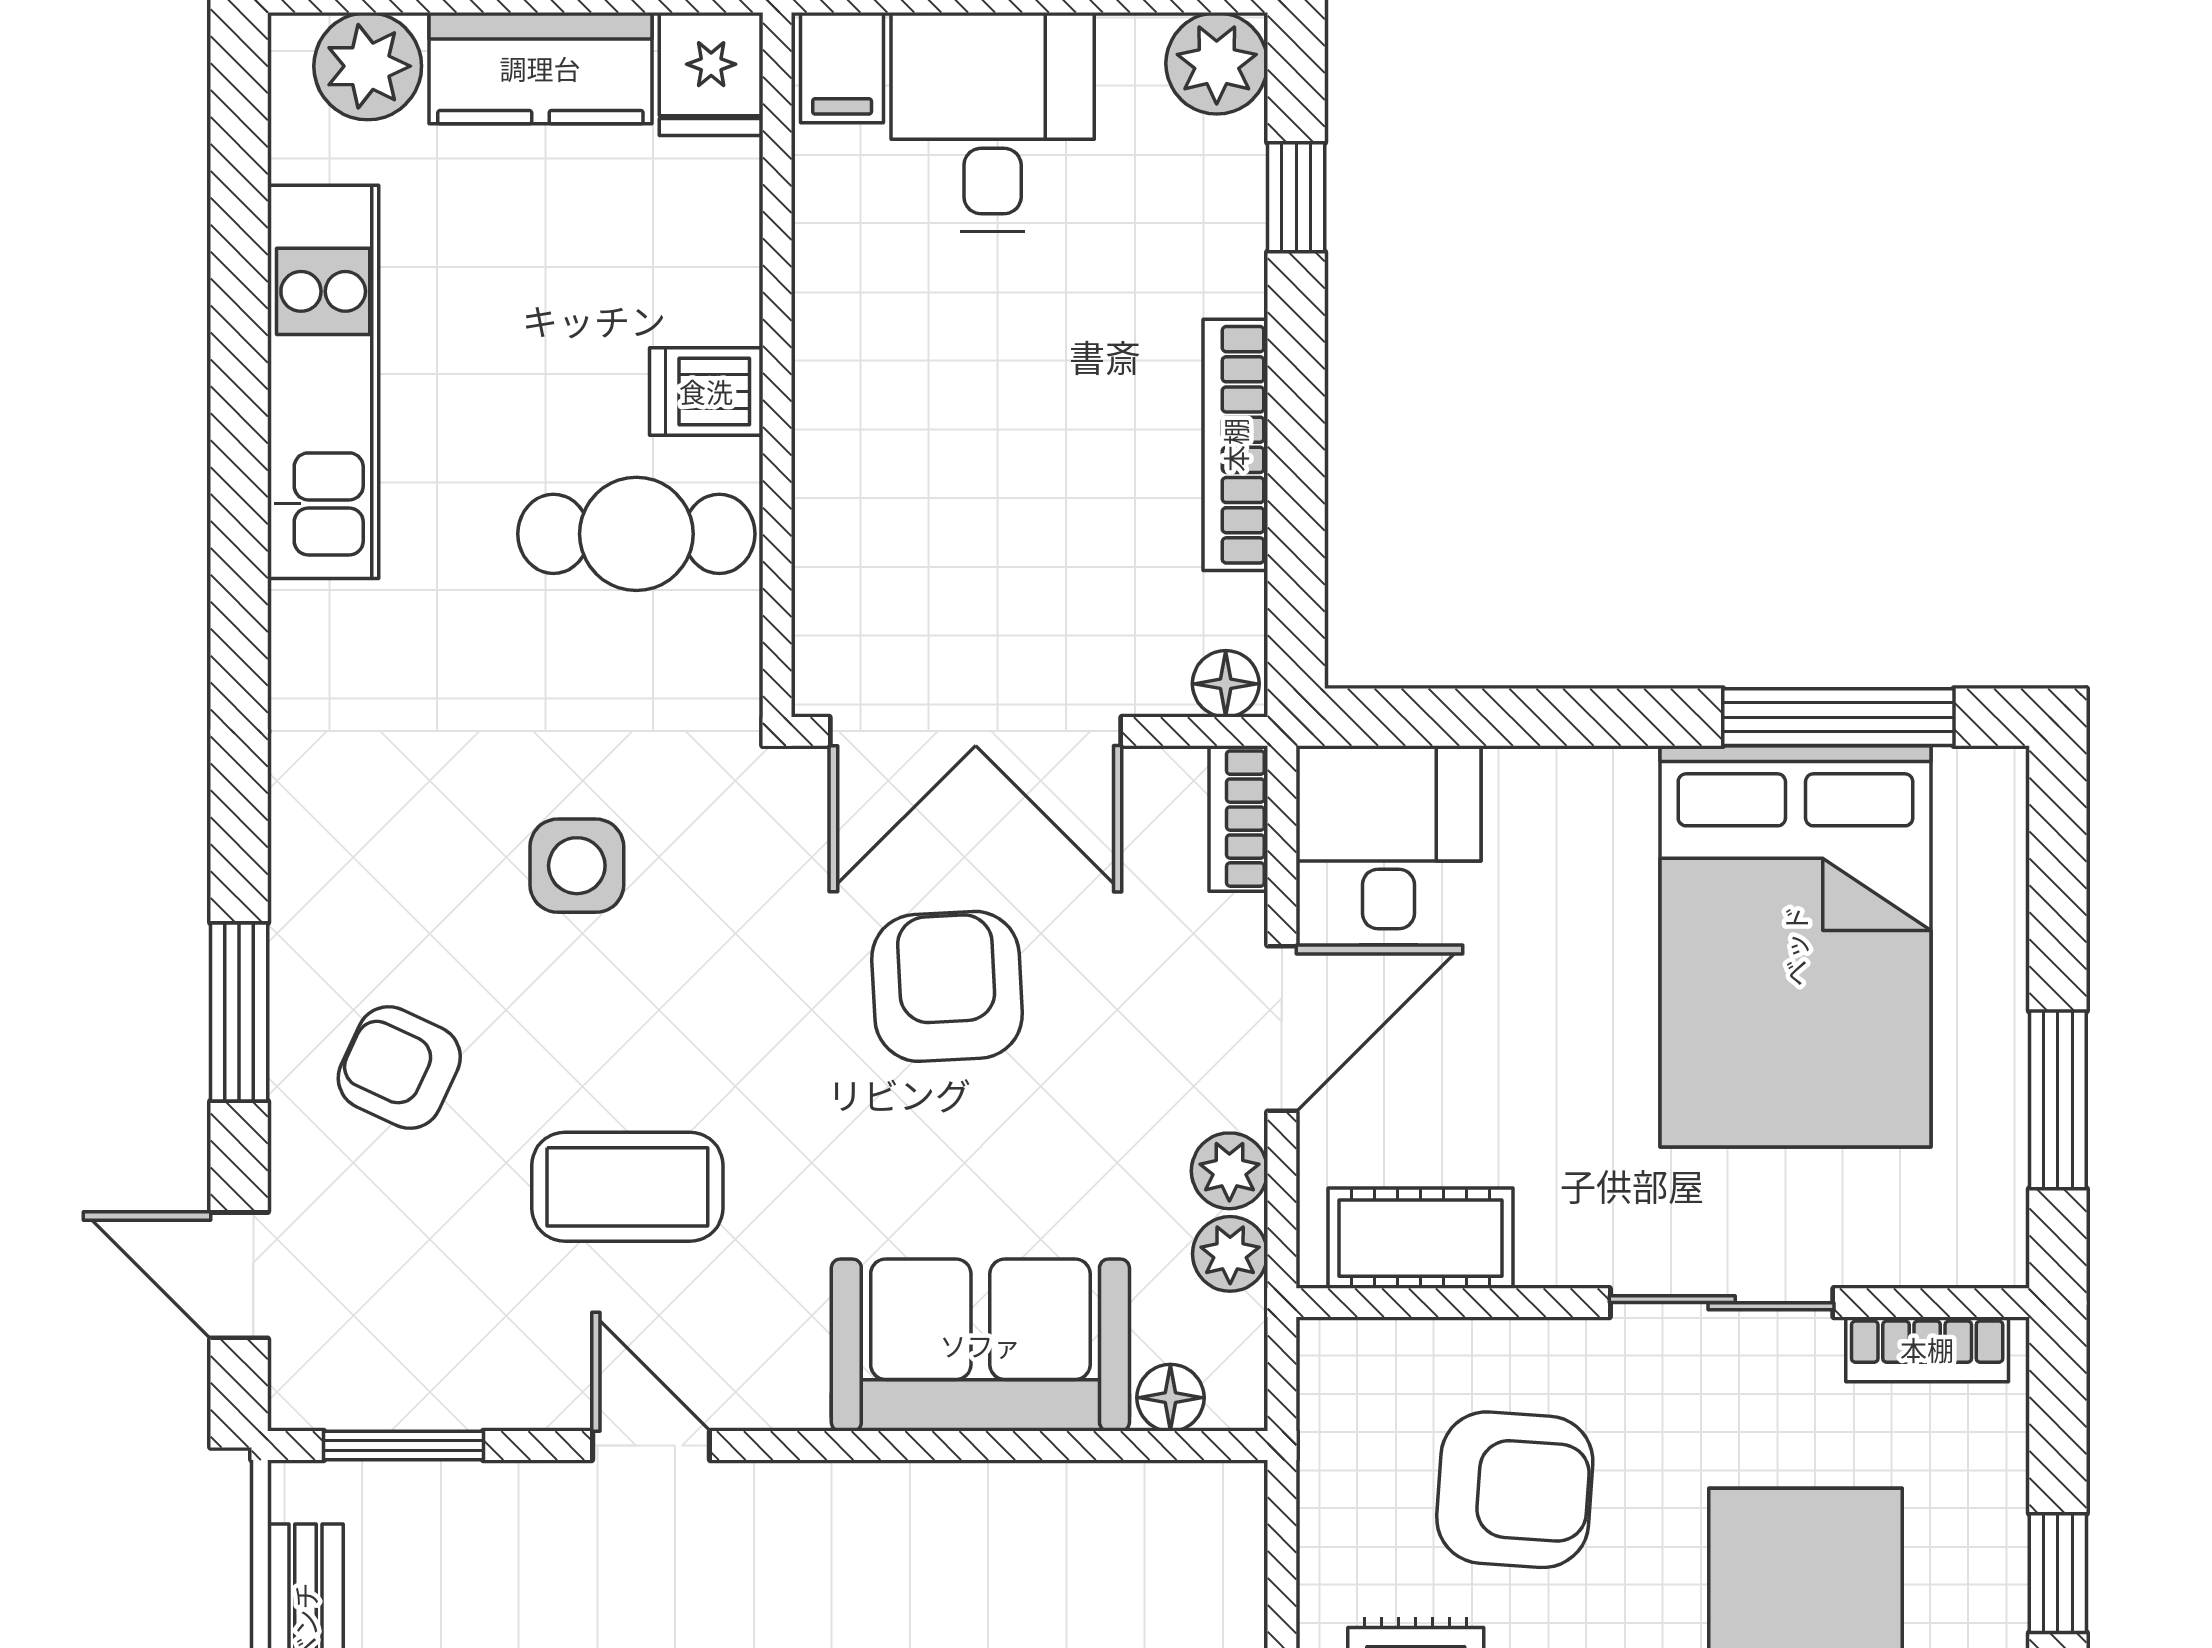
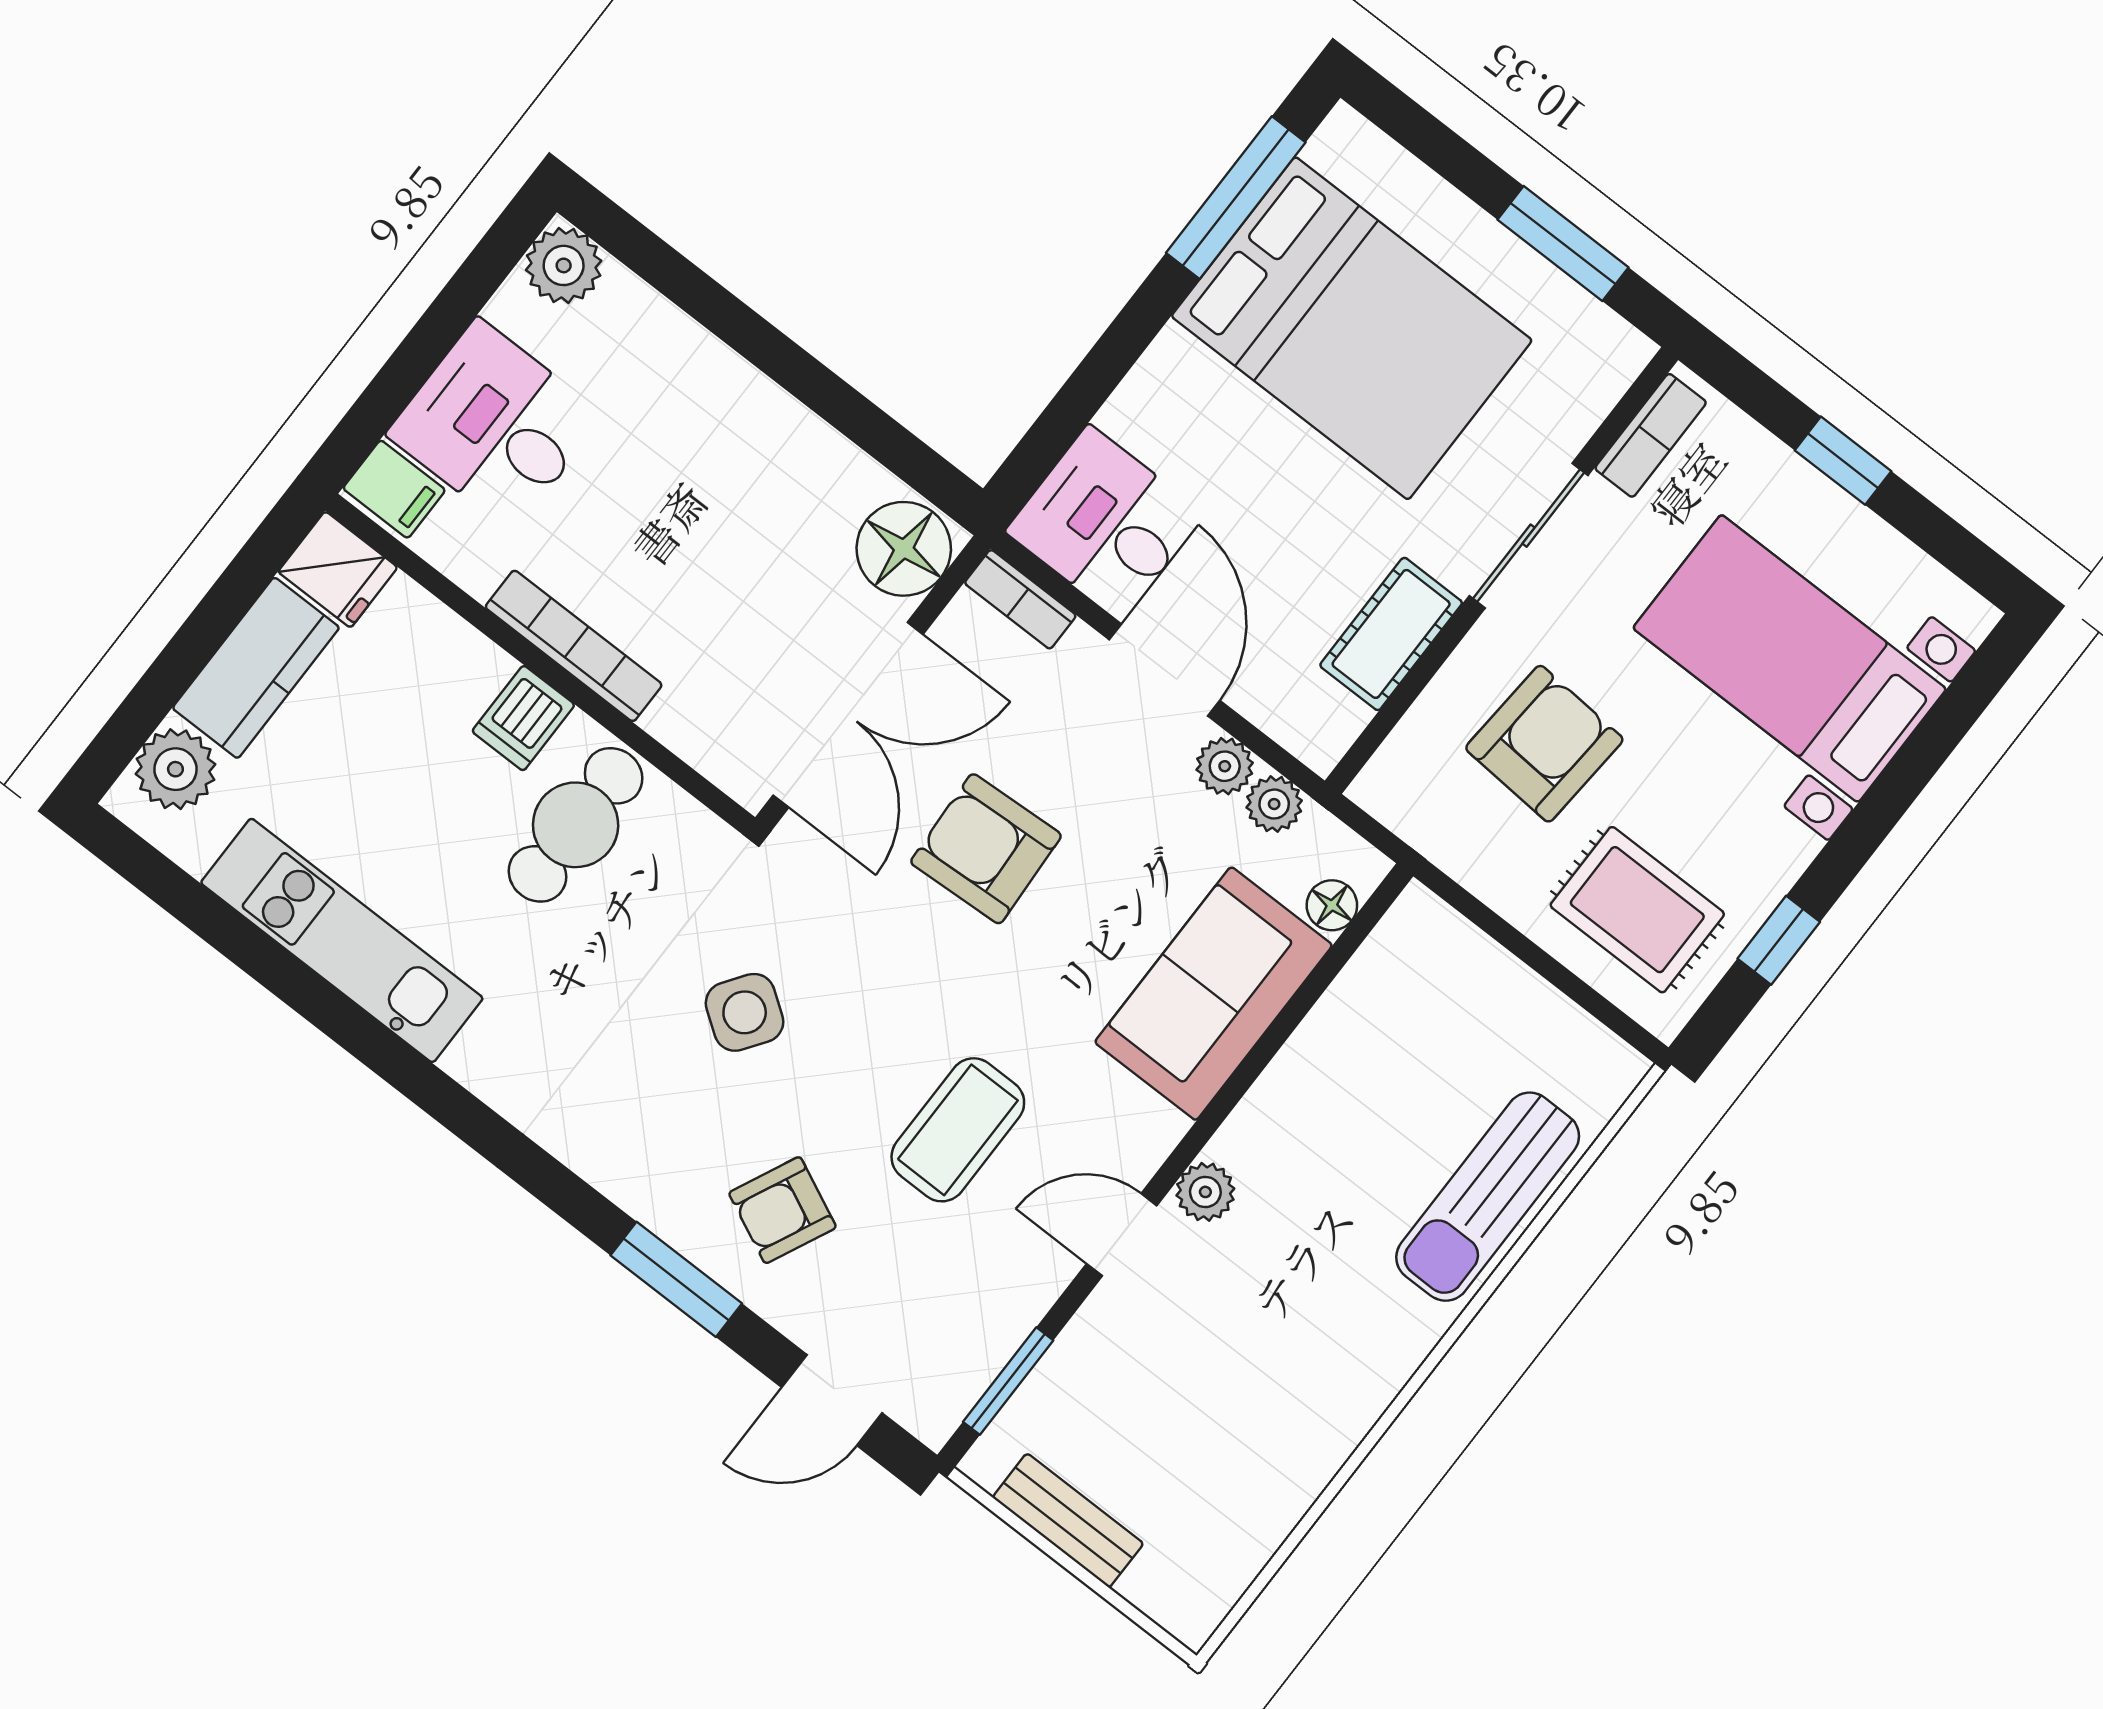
window: (1296, 197) -> (679, 280), removed
bookcase: (1235, 445) -> (574, 646), moved, turned 180
floor lamp: (1226, 684) -> (904, 549), width x1.89, depth x1.89
side table: (577, 866) -> (745, 1012), turned 35
cot: (1420, 1238) -> (1391, 634), moved
plant: (764, 1499) -> (1205, 1192), added

